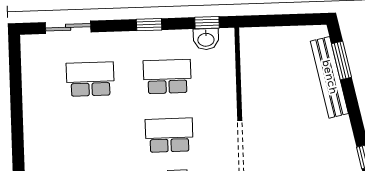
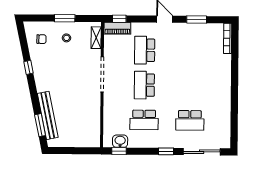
window: (149, 25) -> (166, 151), moved
sliding door: (68, 27) -> (202, 152), width x1.37
school desk: (169, 135) -> (144, 85), turned 90

